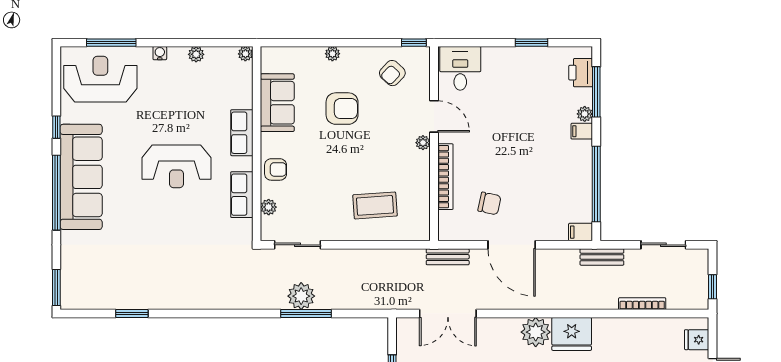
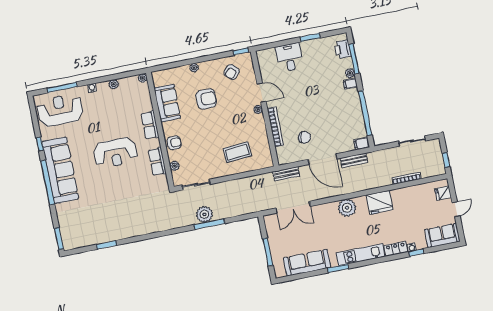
desk: (460, 68) -> (289, 57), moved
bench: (602, 257) -> (354, 160), moved
fridge: (572, 334) -> (380, 202), moved

